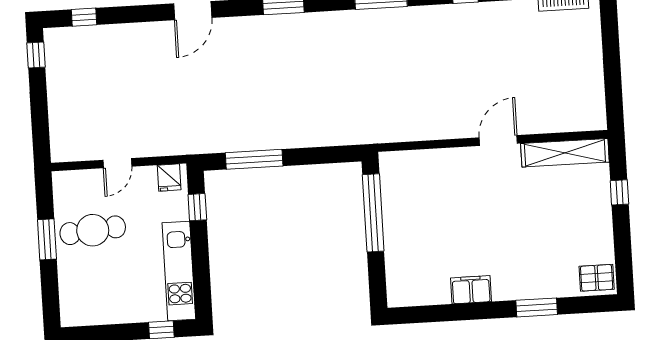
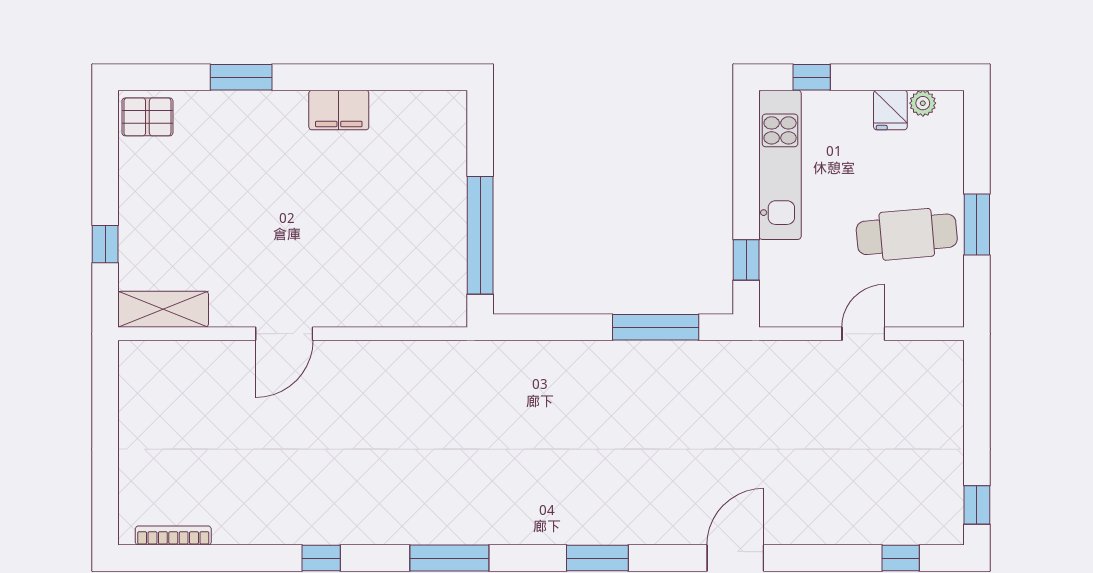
shelving: (565, 153) -> (163, 309), width x0.68
fridge: (169, 178) -> (890, 110), moved, turned 180
plant: (87, 317) -> (923, 103), added

